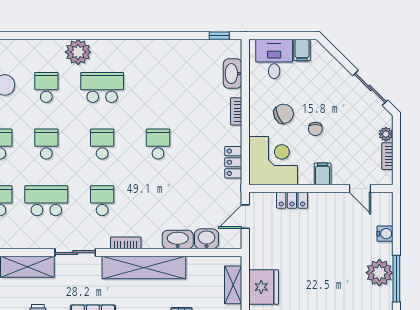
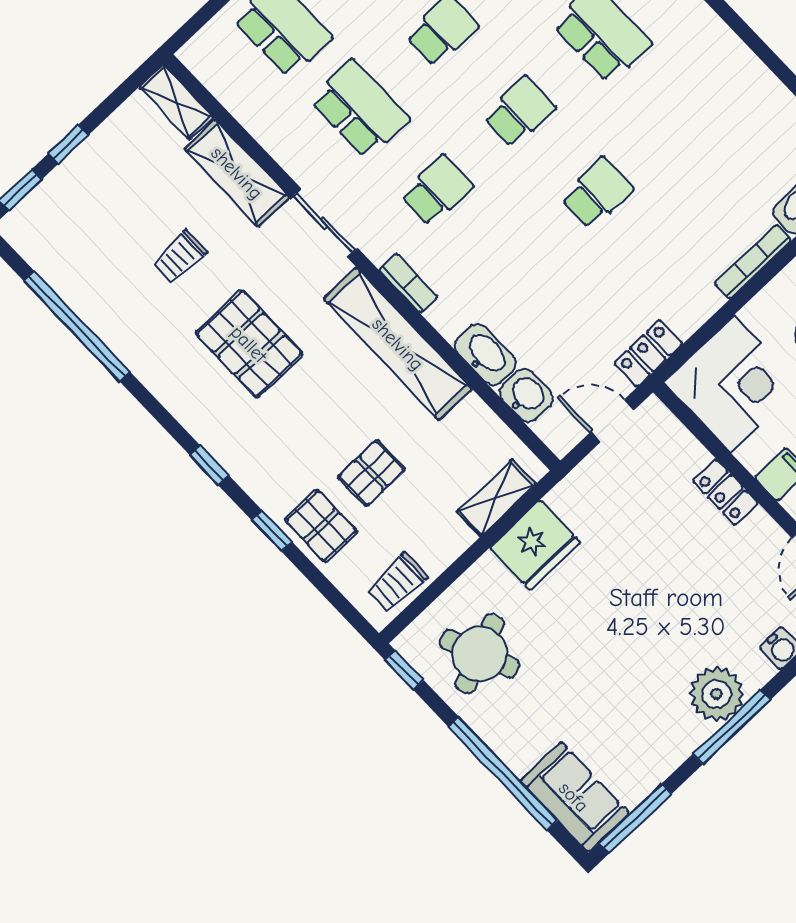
bookcase: (236, 111) -> (753, 262), width x1.56
locker: (233, 162) -> (648, 353), moved
locker: (292, 200) -> (725, 492), moved

